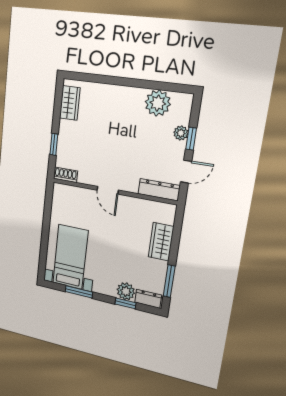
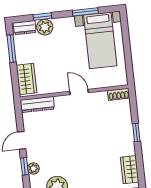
shoe rack: (66, 175) -> (119, 94), moved
door: (108, 190) -> (79, 92), moved
dresser: (159, 190) -> (37, 105), moved
wall: (113, 191) -> (74, 93), moved

